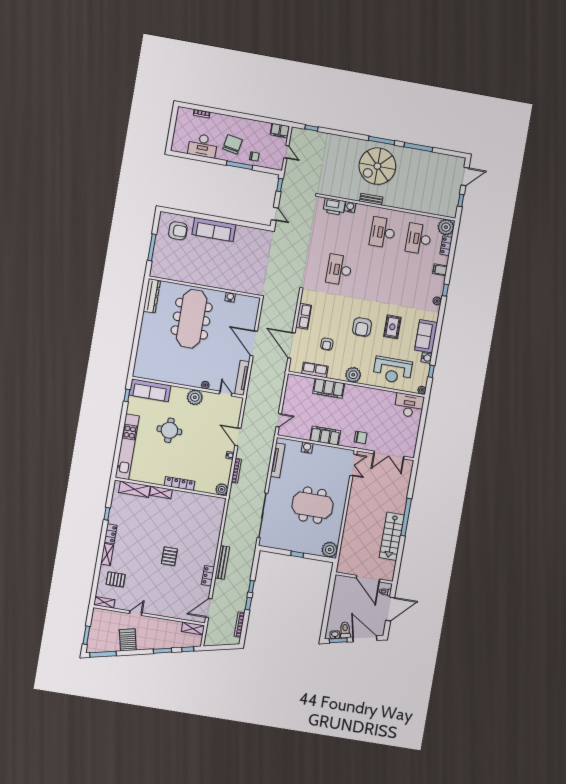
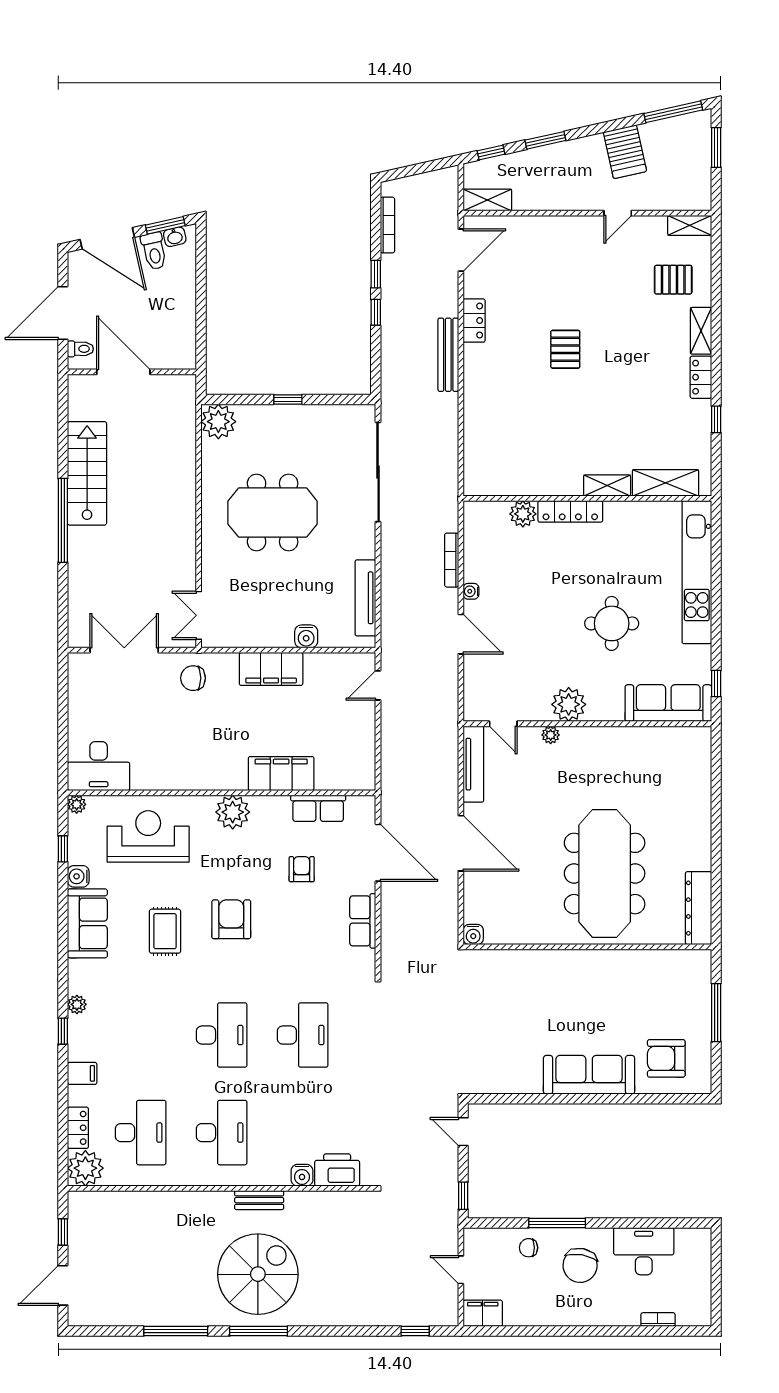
desk: (375, 276) -> (222, 1035), added
water cooler: (230, 297) -> (473, 935), moved
plant: (222, 489) -> (523, 514), moved

